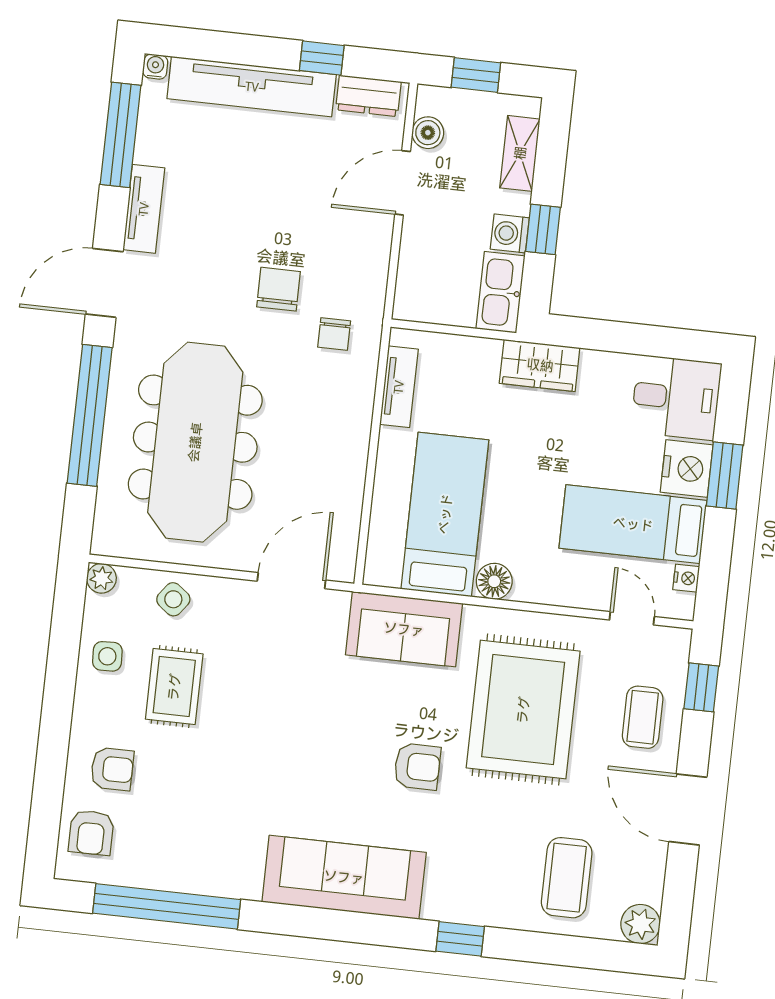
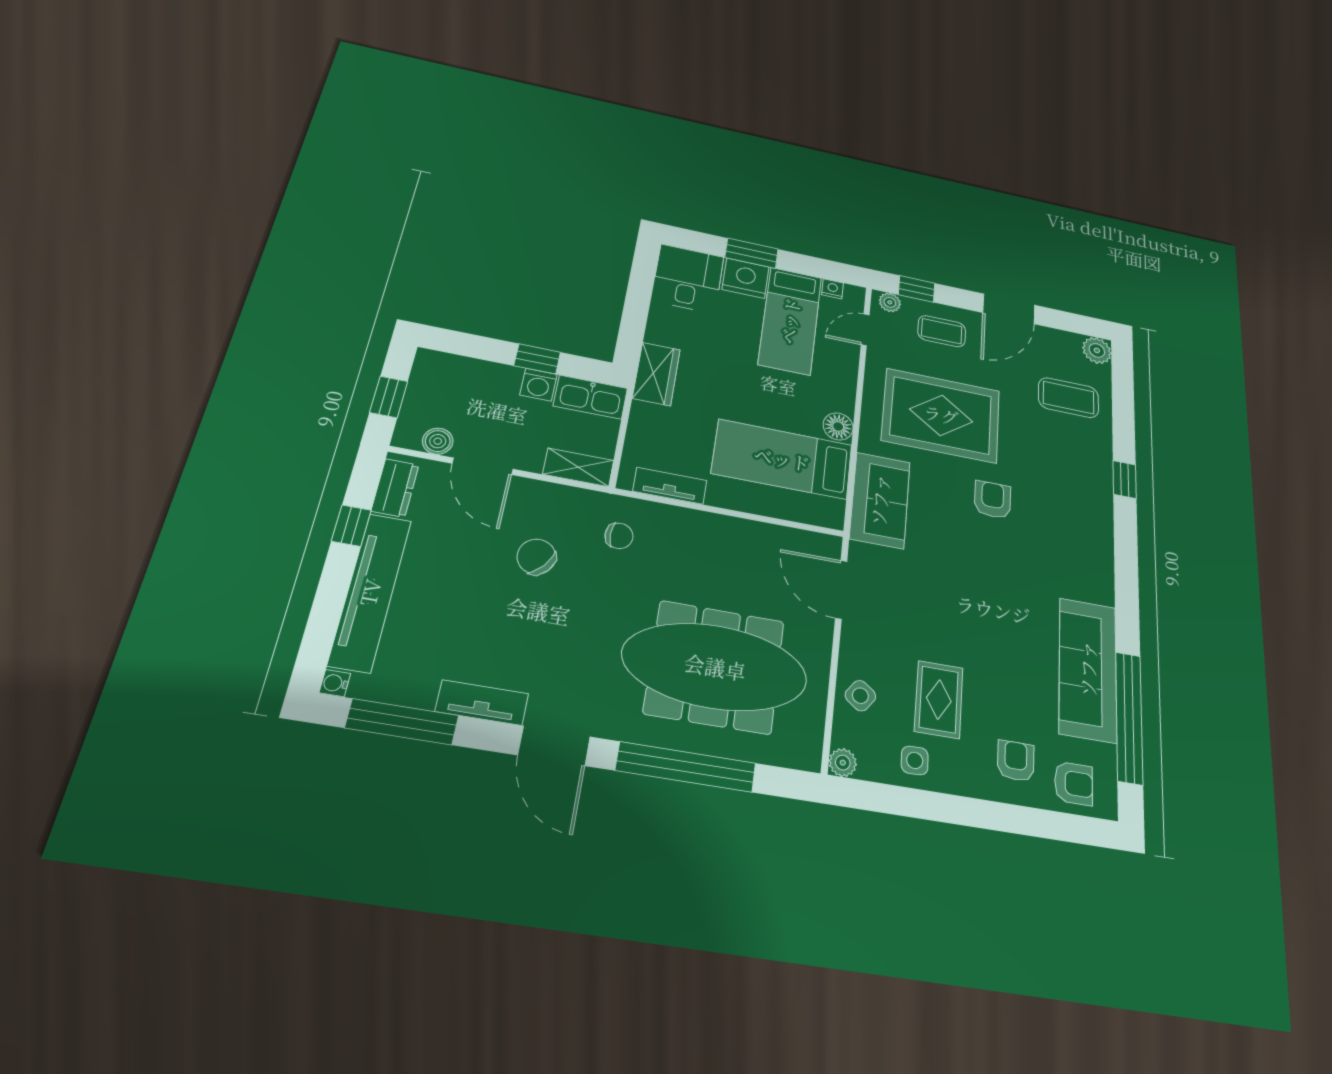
shelving: (520, 153) -> (578, 467), moved
chair: (279, 289) -> (536, 557), moved, turned 39
plant: (676, 651) -> (890, 302), added
rug: (174, 687) -> (939, 699), turned 90
sofa: (344, 877) -> (1088, 669), moved

